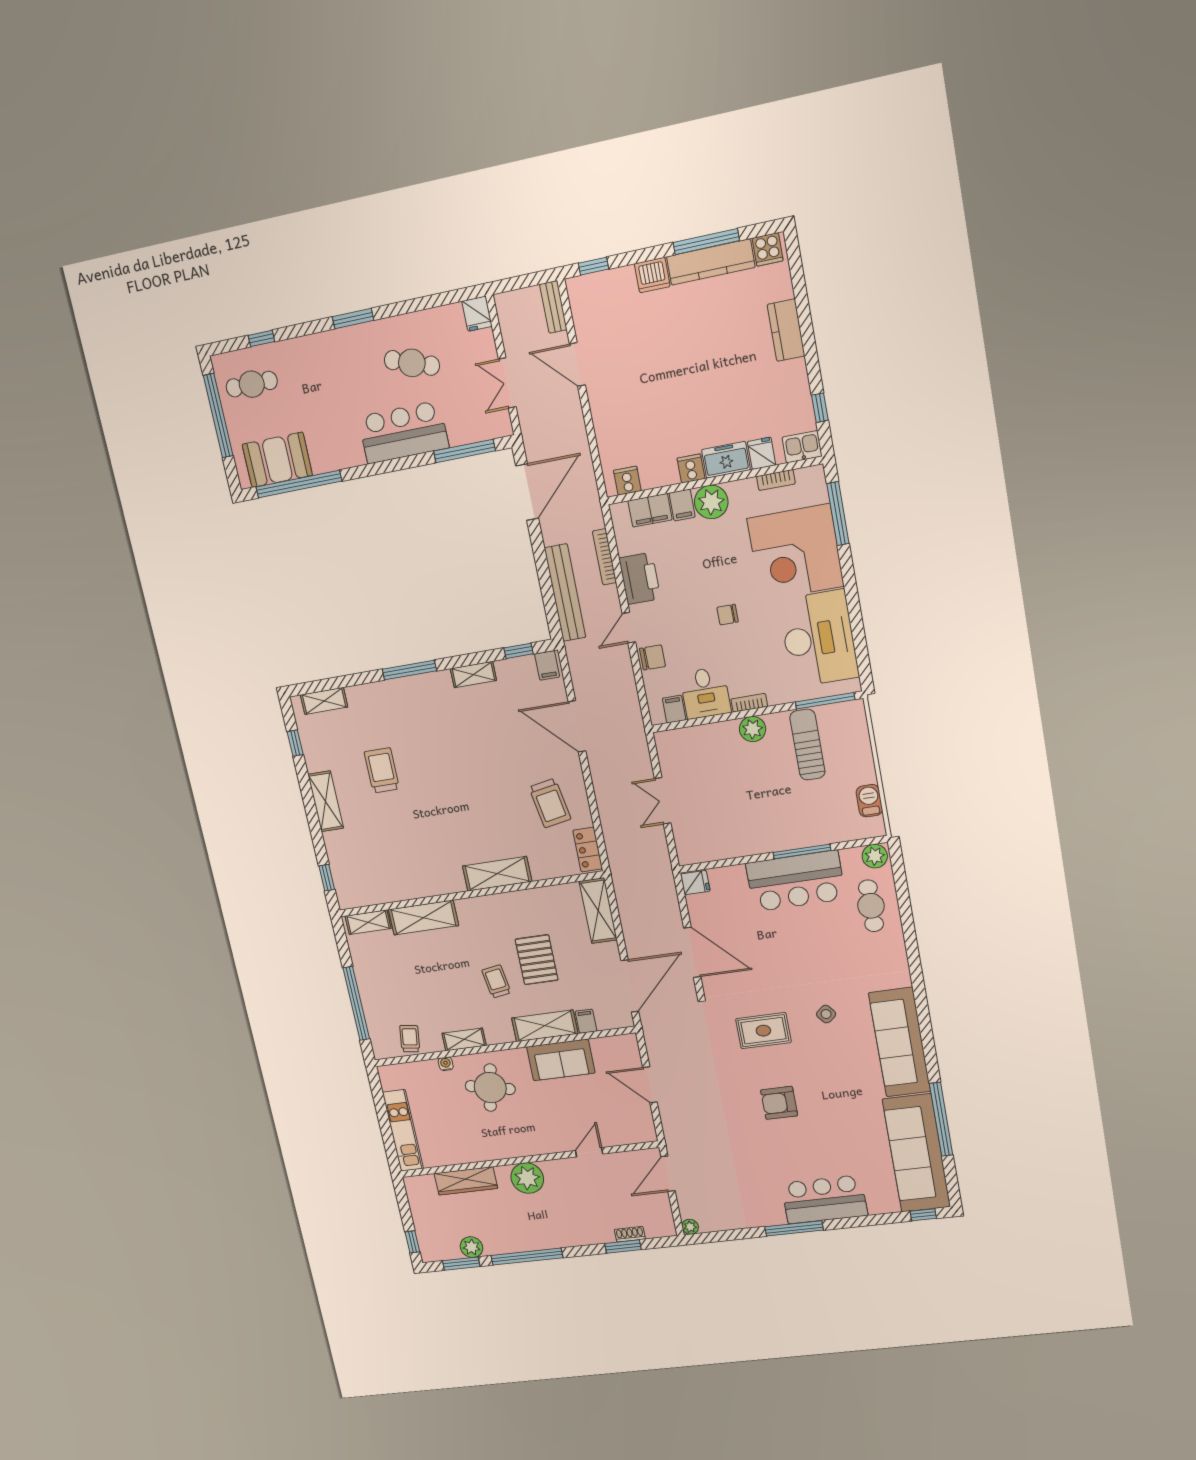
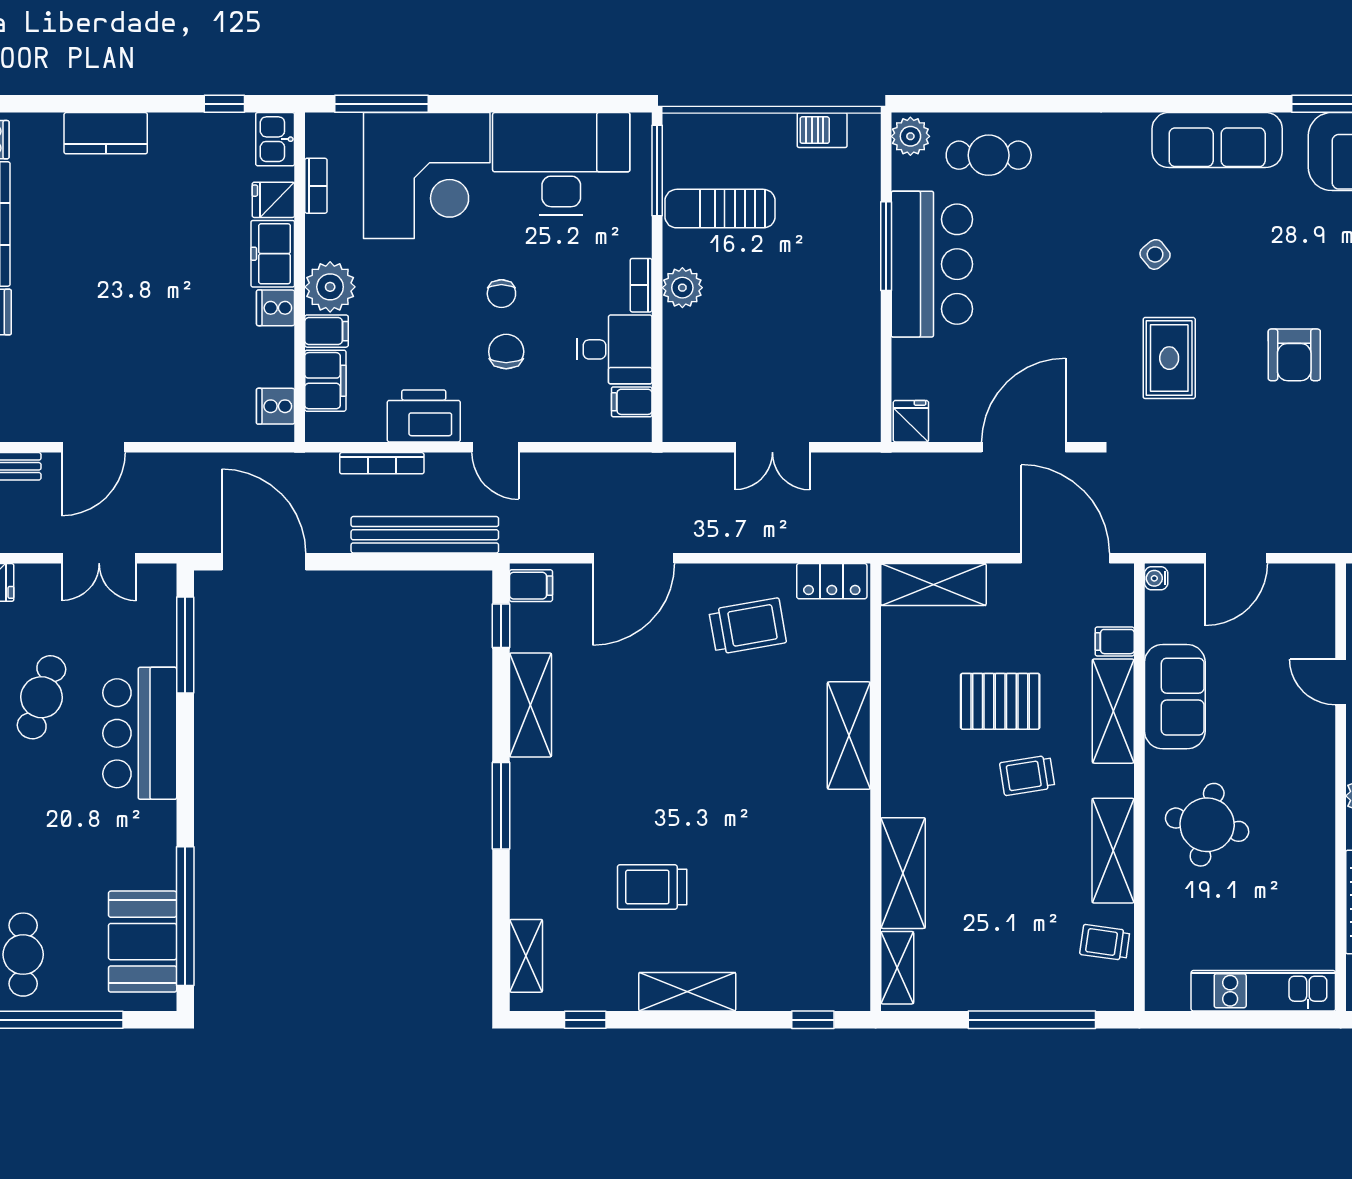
chair: (652, 657) -> (506, 352), moved
shelving: (473, 674) -> (530, 705), width x1.50, depth x1.33
shelving: (464, 1039) -> (1113, 851), width x1.50, depth x1.33
sofa: (900, 1042) -> (1217, 140), width x0.74, depth x0.79
water cooler: (446, 1064) -> (1156, 578), moved

